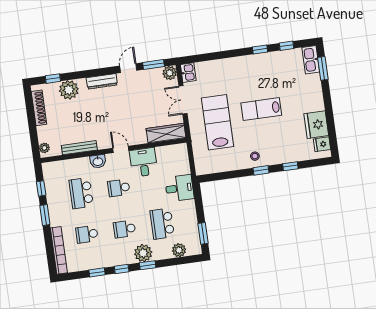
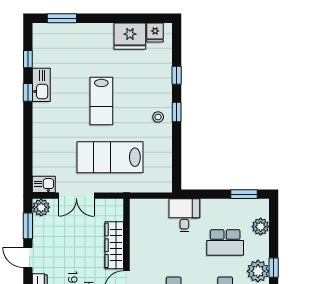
kitchen sink: (311, 60) -> (41, 85), moved, turned -90
wardrobe: (166, 133) -> (114, 245), moved
desk: (144, 162) -> (146, 255), removed

